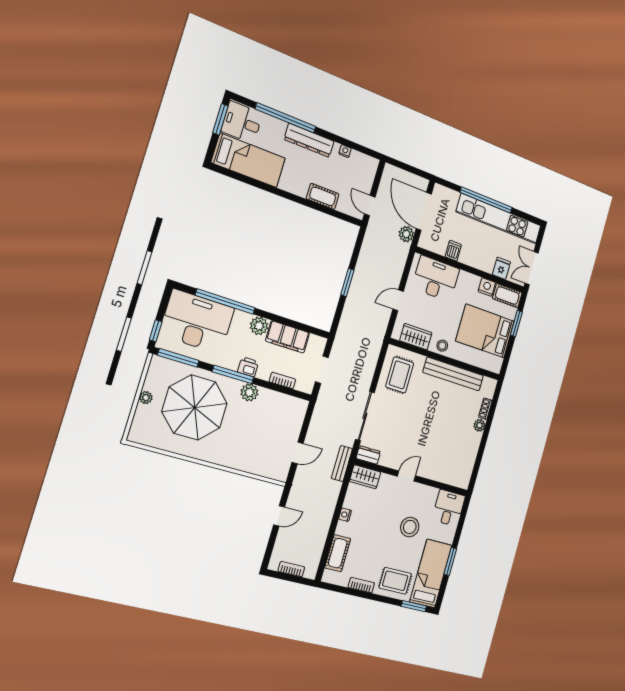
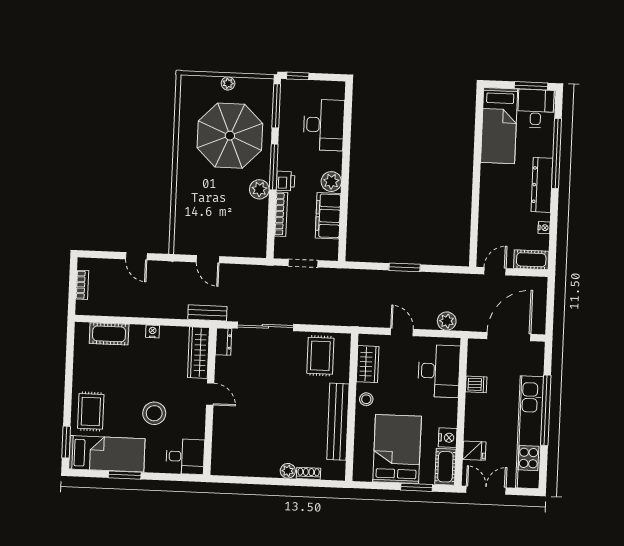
cot: (323, 196) -> (531, 260), moved, turned 90
plant: (406, 234) -> (447, 321), moved
window: (225, 302) -> (347, 139), removed
desk: (197, 322) -> (324, 125), width x0.73, depth x0.77
rug: (400, 375) -> (320, 356), turned 90
bookcase: (282, 381) -> (281, 214), width x1.56
wardrobe: (365, 477) -> (198, 353), width x1.50
bookcase: (361, 585) -> (79, 371), removed

